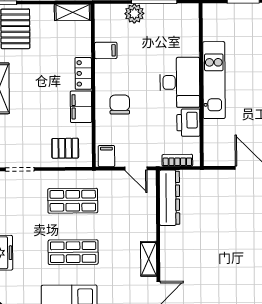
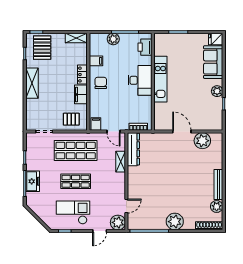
chair: (120, 105) -> (101, 83), moved
printer: (188, 123) -> (145, 47), moved
shop shelf: (73, 201) -> (76, 151), width x1.43, depth x1.36
shelving: (149, 259) -> (121, 162), moved

